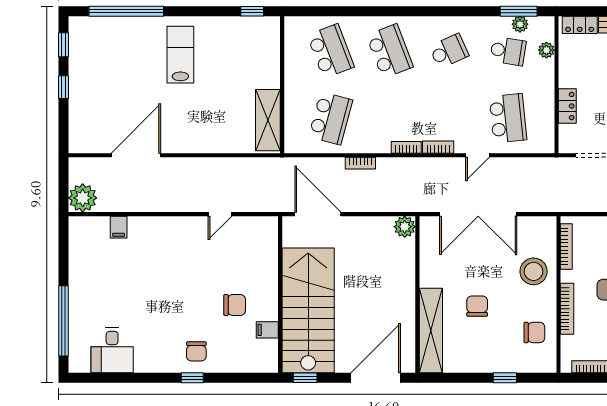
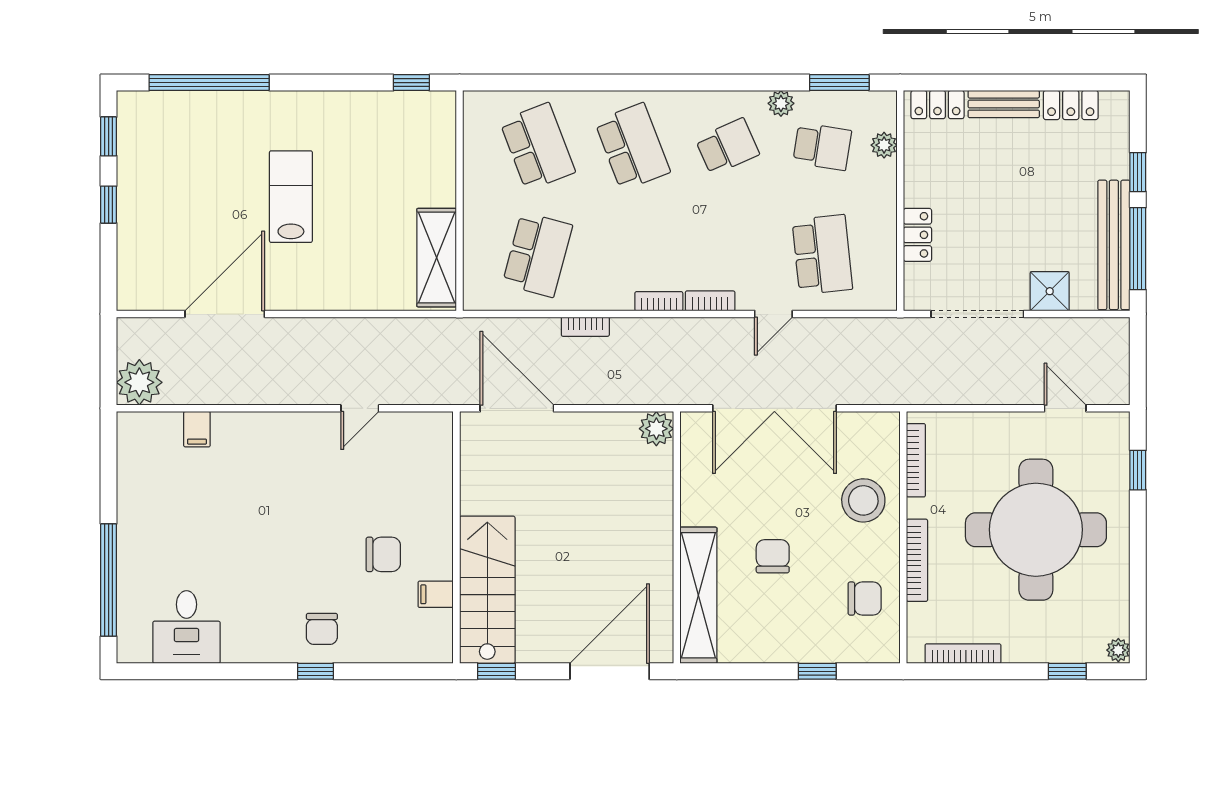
plant: (520, 24) -> (781, 103), moved
lab bench: (180, 55) -> (291, 197), moved
stairs: (308, 310) -> (487, 590), width x0.73, depth x0.66

